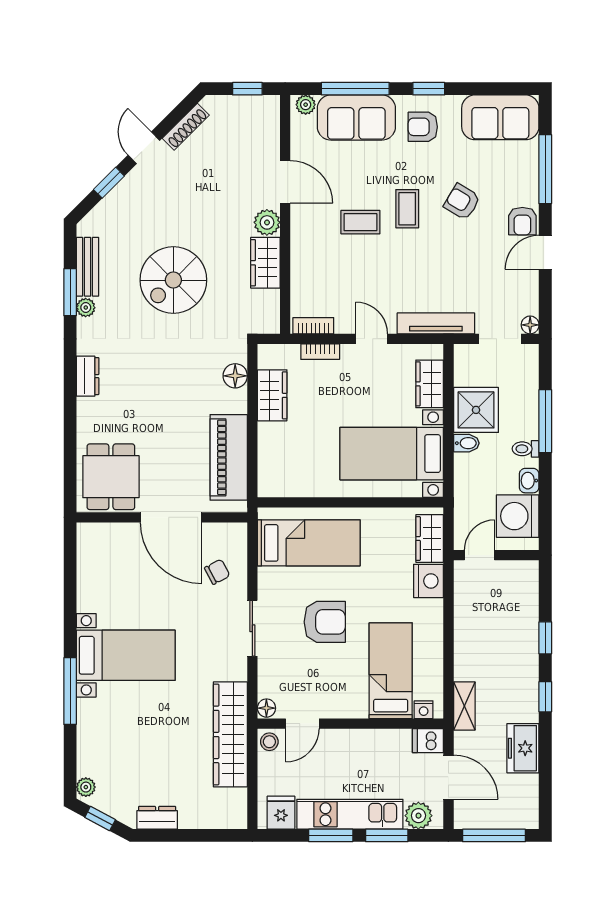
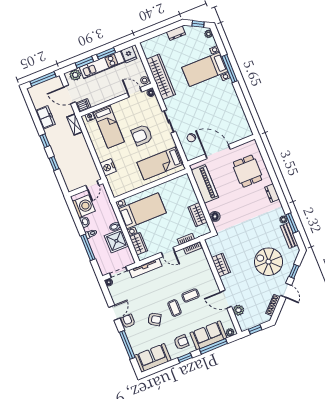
plant: (267, 222) -> (239, 310), moved
spiral stairs: (173, 280) -> (269, 262), moved, turned -90
dining table: (111, 477) -> (248, 171), moved
wardrobe: (430, 539) -> (114, 184), removed
bed with nightstands: (126, 655) -> (205, 69), moved
door: (302, 724) -> (135, 92), hinge flipped

